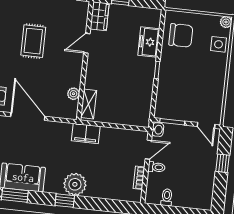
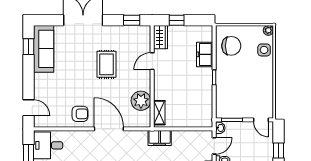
plant: (73, 94) -> (141, 101), width x1.88, depth x1.88

